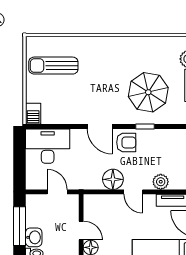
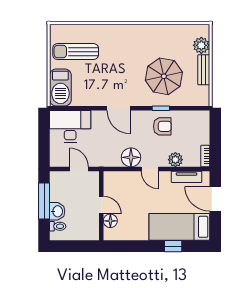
barbecue: (33, 114) -> (60, 87), width x1.88, depth x1.53
armchair: (126, 142) -> (162, 126), moved

